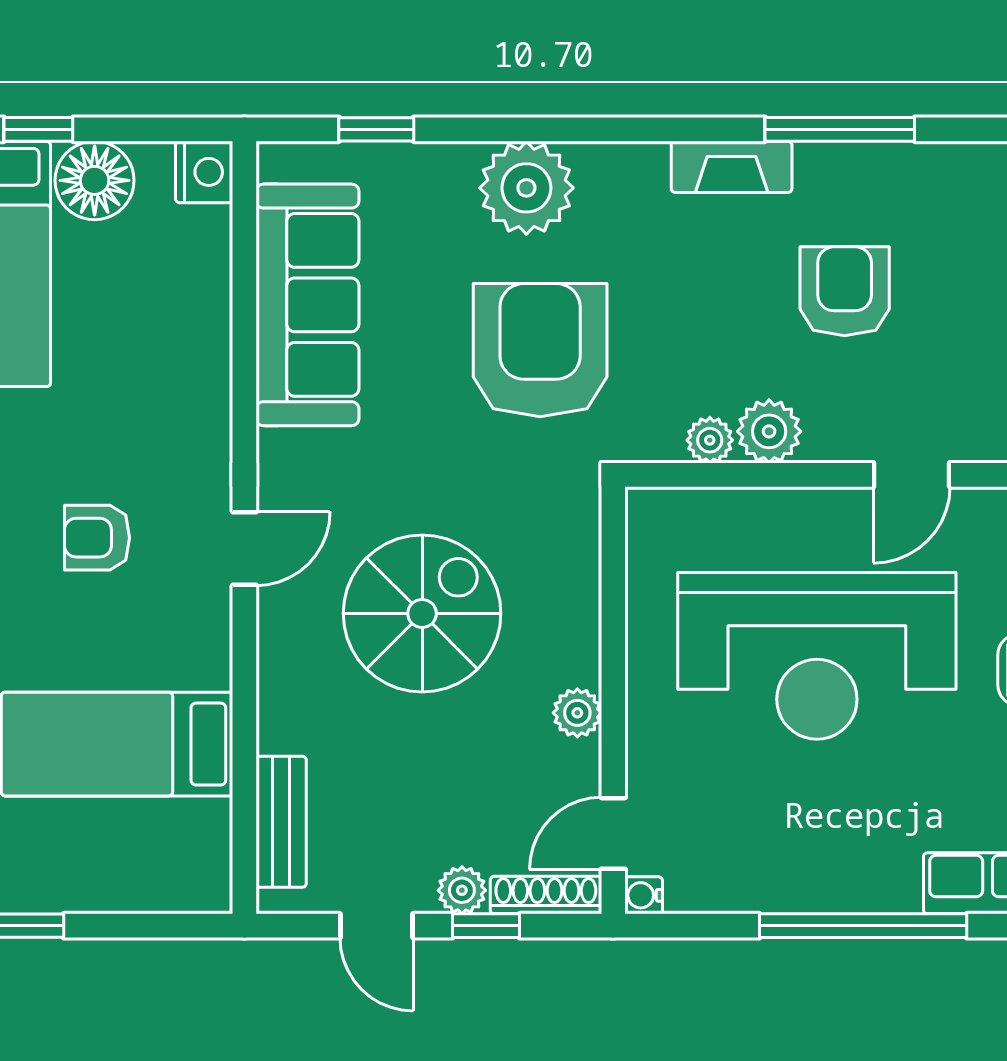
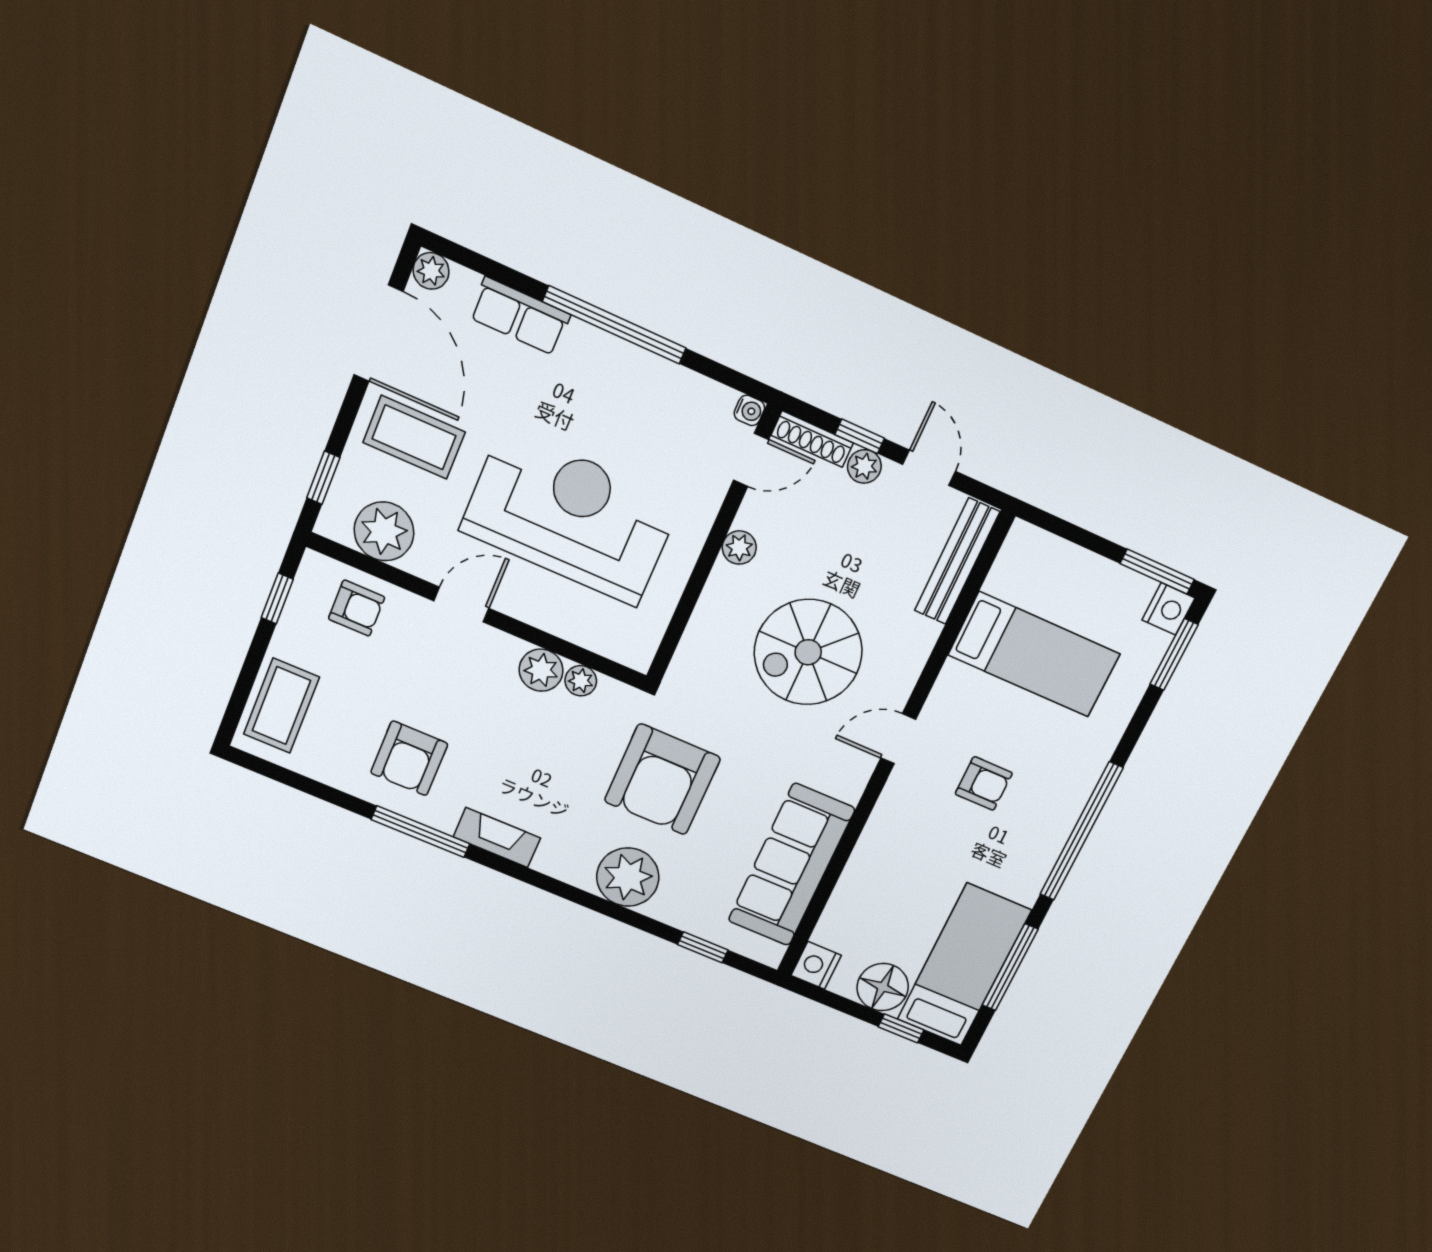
armchair: (845, 291) -> (409, 758), moved
bench: (281, 822) -> (957, 561), width x1.36

